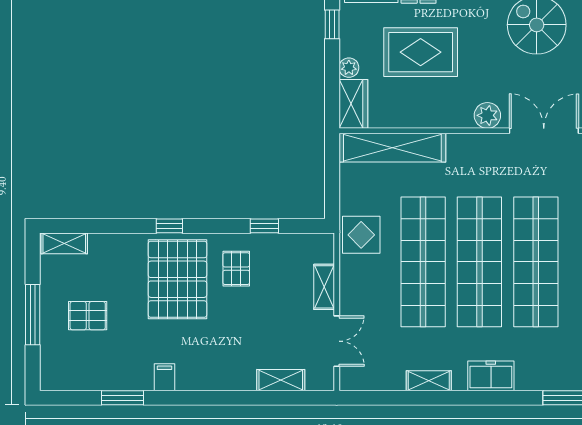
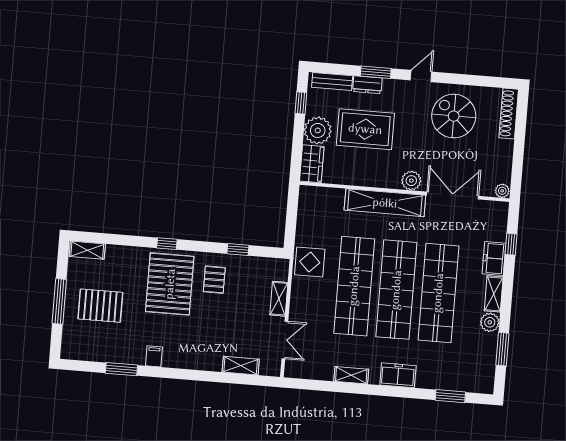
plant: (349, 68) -> (318, 130), width x1.88, depth x1.88
shelving: (392, 148) -> (385, 203), moved
pallet: (88, 316) -> (100, 306), width x1.50, depth x1.42

